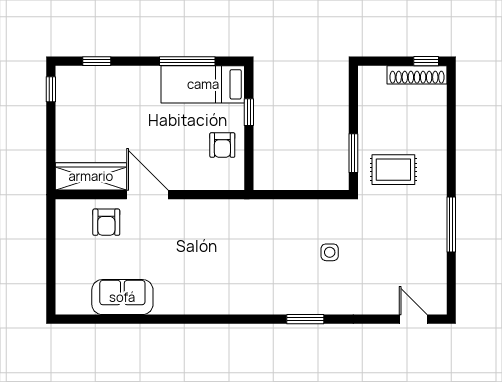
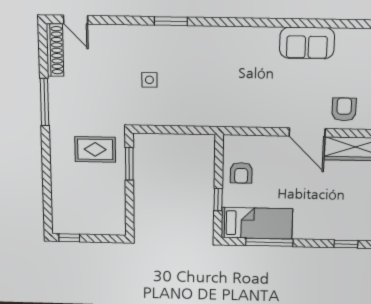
shoe rack: (417, 75) -> (55, 50), moved, turned 90
armchair: (222, 145) -> (241, 173), turned 180
sofa: (122, 297) -> (307, 43), moved

